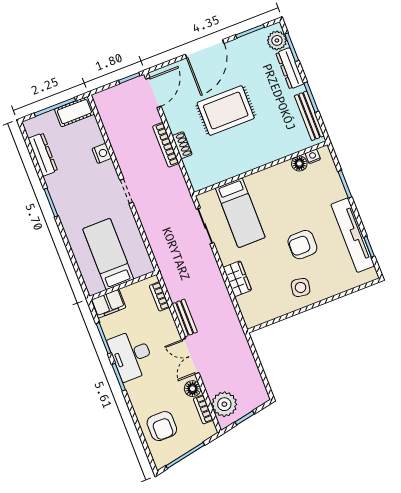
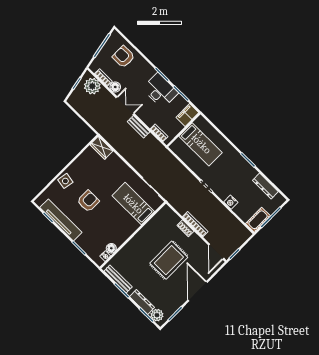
wardrobe: (237, 279) -> (102, 148), moved
side table: (301, 287) -> (65, 181), moved

